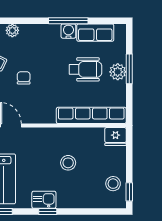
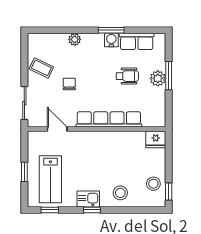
window: (68, 21) -> (111, 30), width x0.69
plant: (12, 30) -> (75, 39), moved
wheelchair: (85, 69) -> (127, 76), width x0.73, depth x0.73
row of seats: (91, 115) -> (109, 119), moved
stool: (68, 163) -> (120, 193), moved

